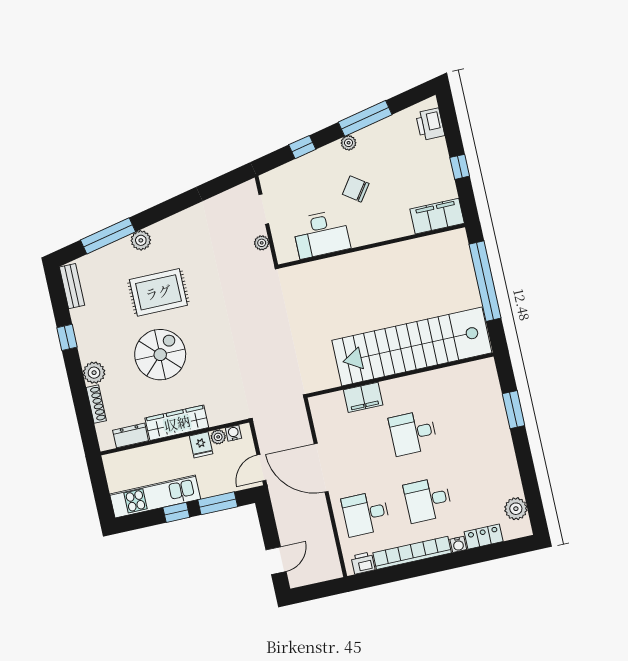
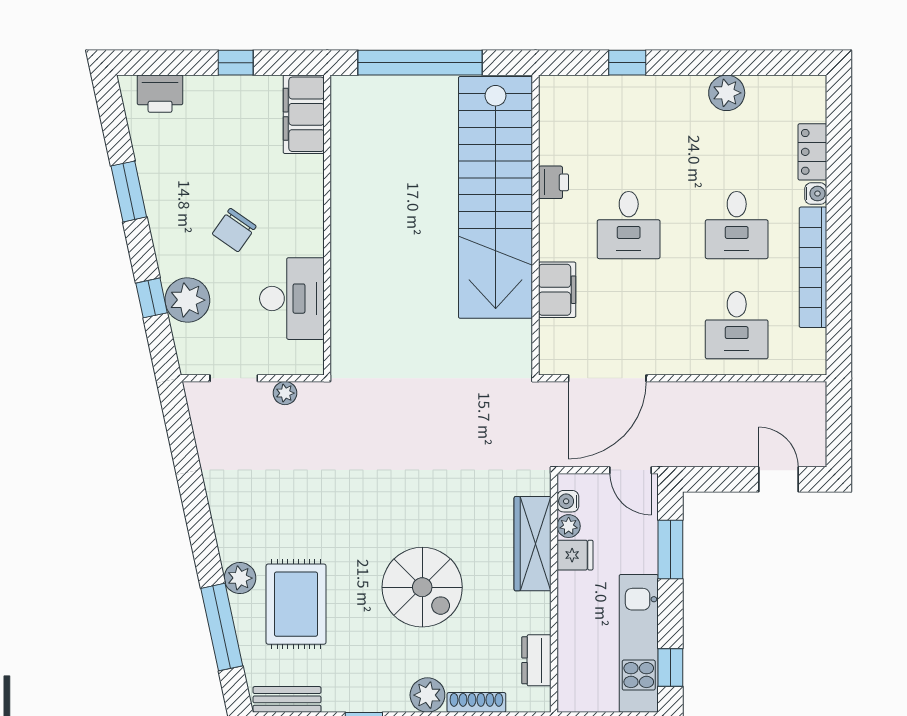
window: (365, 118) -> (129, 191), width x0.69
plant: (349, 143) -> (187, 300), moved, width x1.87, depth x1.87
rug: (158, 292) -> (296, 604), moved
spiral stairs: (160, 355) -> (422, 587), turned 180
window: (514, 410) -> (627, 63), width x0.67
wardrobe: (177, 423) -> (533, 544), moved
door: (321, 468) -> (607, 378), moved
plant: (516, 509) -> (727, 93), moved
window: (176, 512) -> (670, 668), moved
printer: (363, 563) -> (554, 182), moved, turned 180

